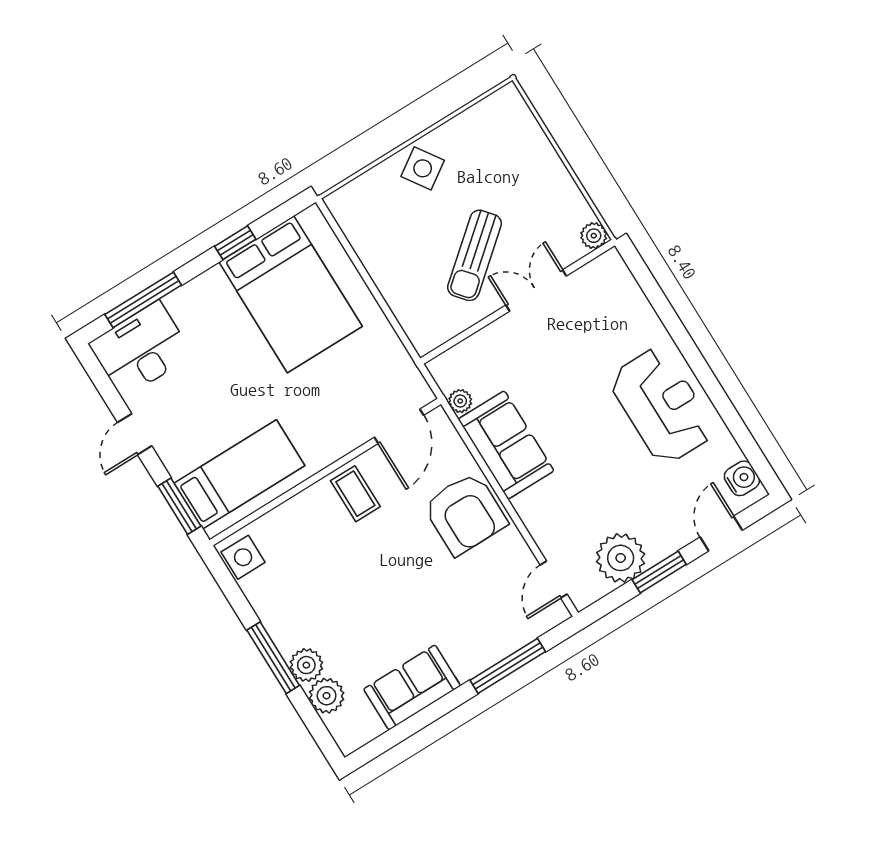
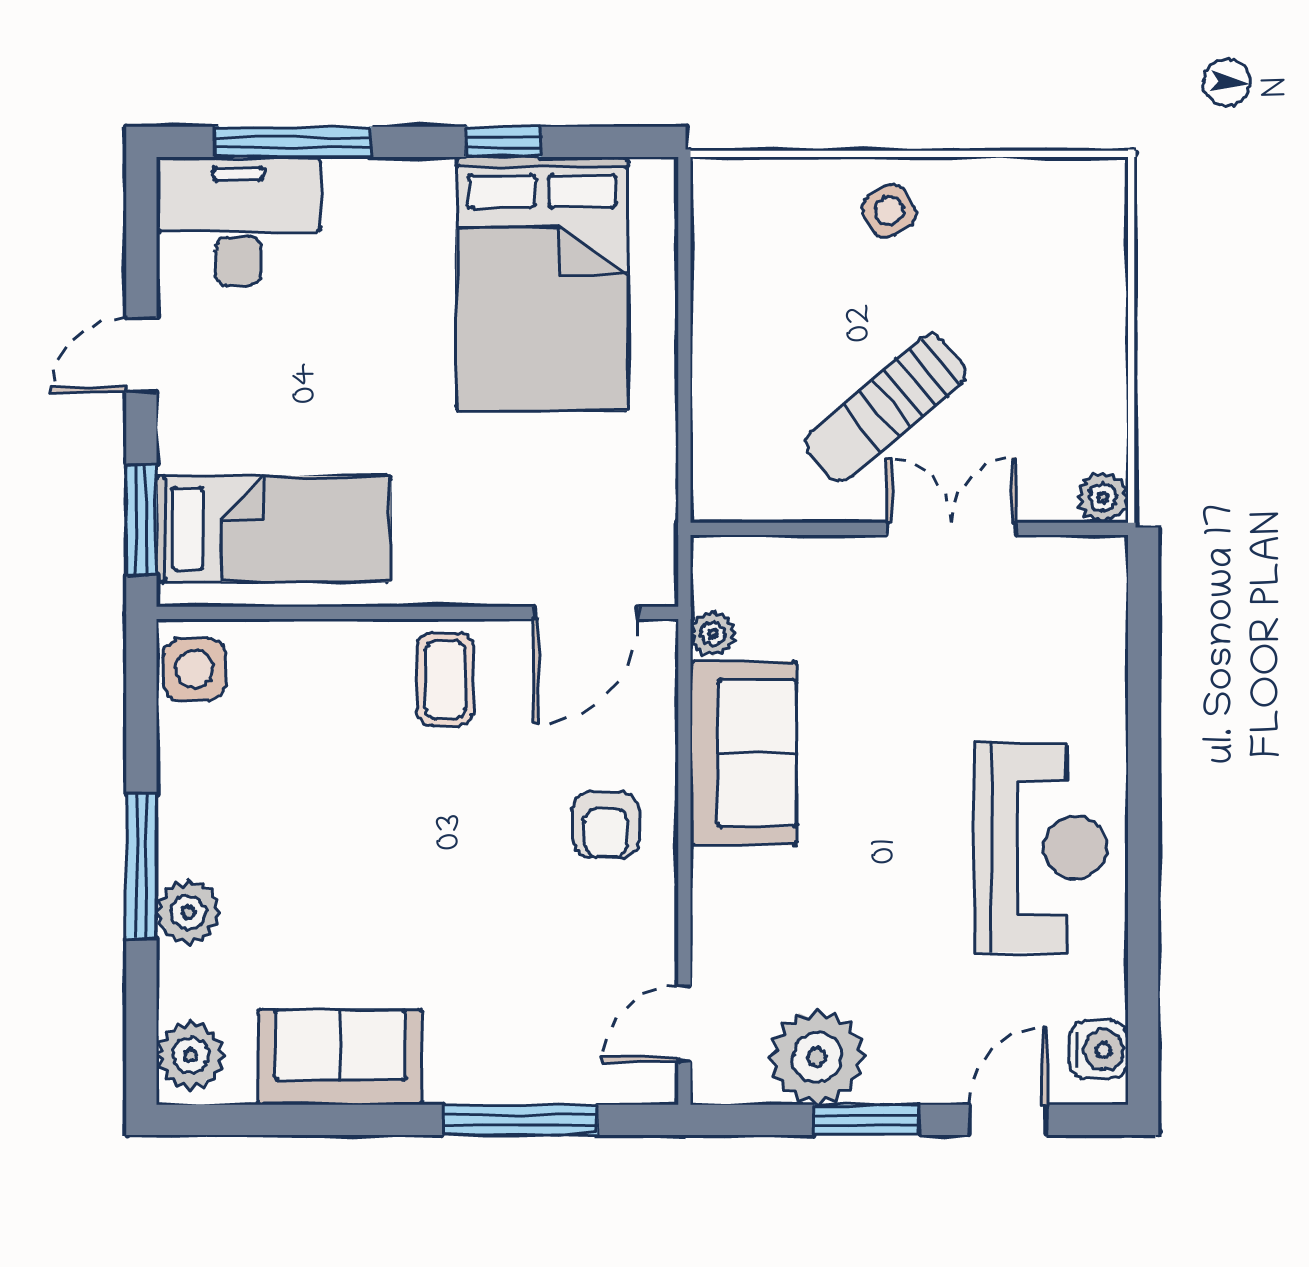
side table: (423, 168) -> (889, 211), width x0.73, depth x0.73
armchair: (465, 514) -> (606, 825), width x0.53, depth x0.53
plant: (327, 696) -> (191, 1055), moved

